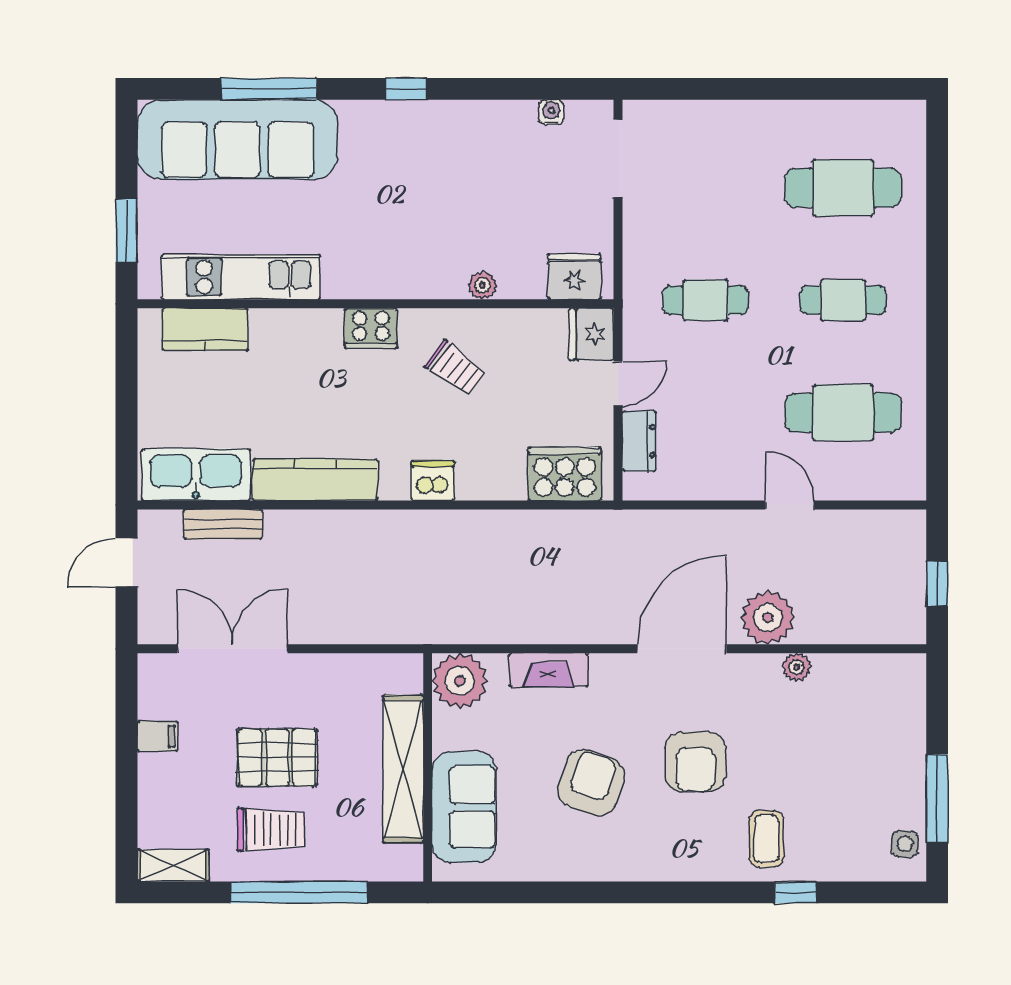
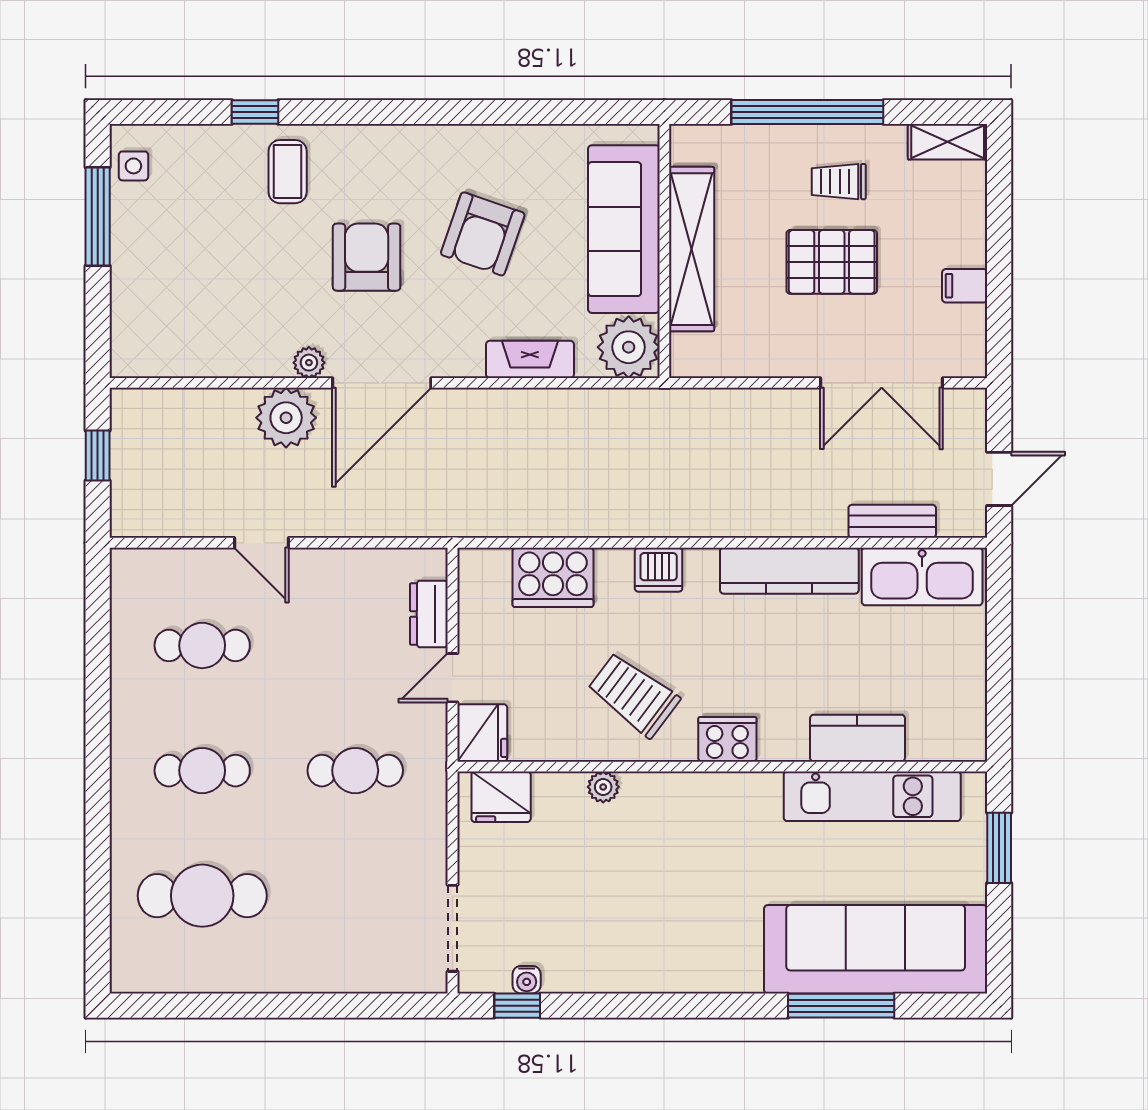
window: (406, 89) -> (517, 1006), moved
kitchen counter: (205, 329) -> (857, 738), moved
trolley: (455, 368) -> (634, 695), width x1.36, depth x1.39
cafe table: (843, 413) -> (202, 645), width x0.73, depth x0.74
cooker: (565, 474) -> (553, 577), moved
plant: (797, 667) -> (309, 363), moved
sofa: (464, 807) -> (624, 229), width x1.36
trolley: (271, 830) -> (839, 182), width x0.73, depth x0.72

